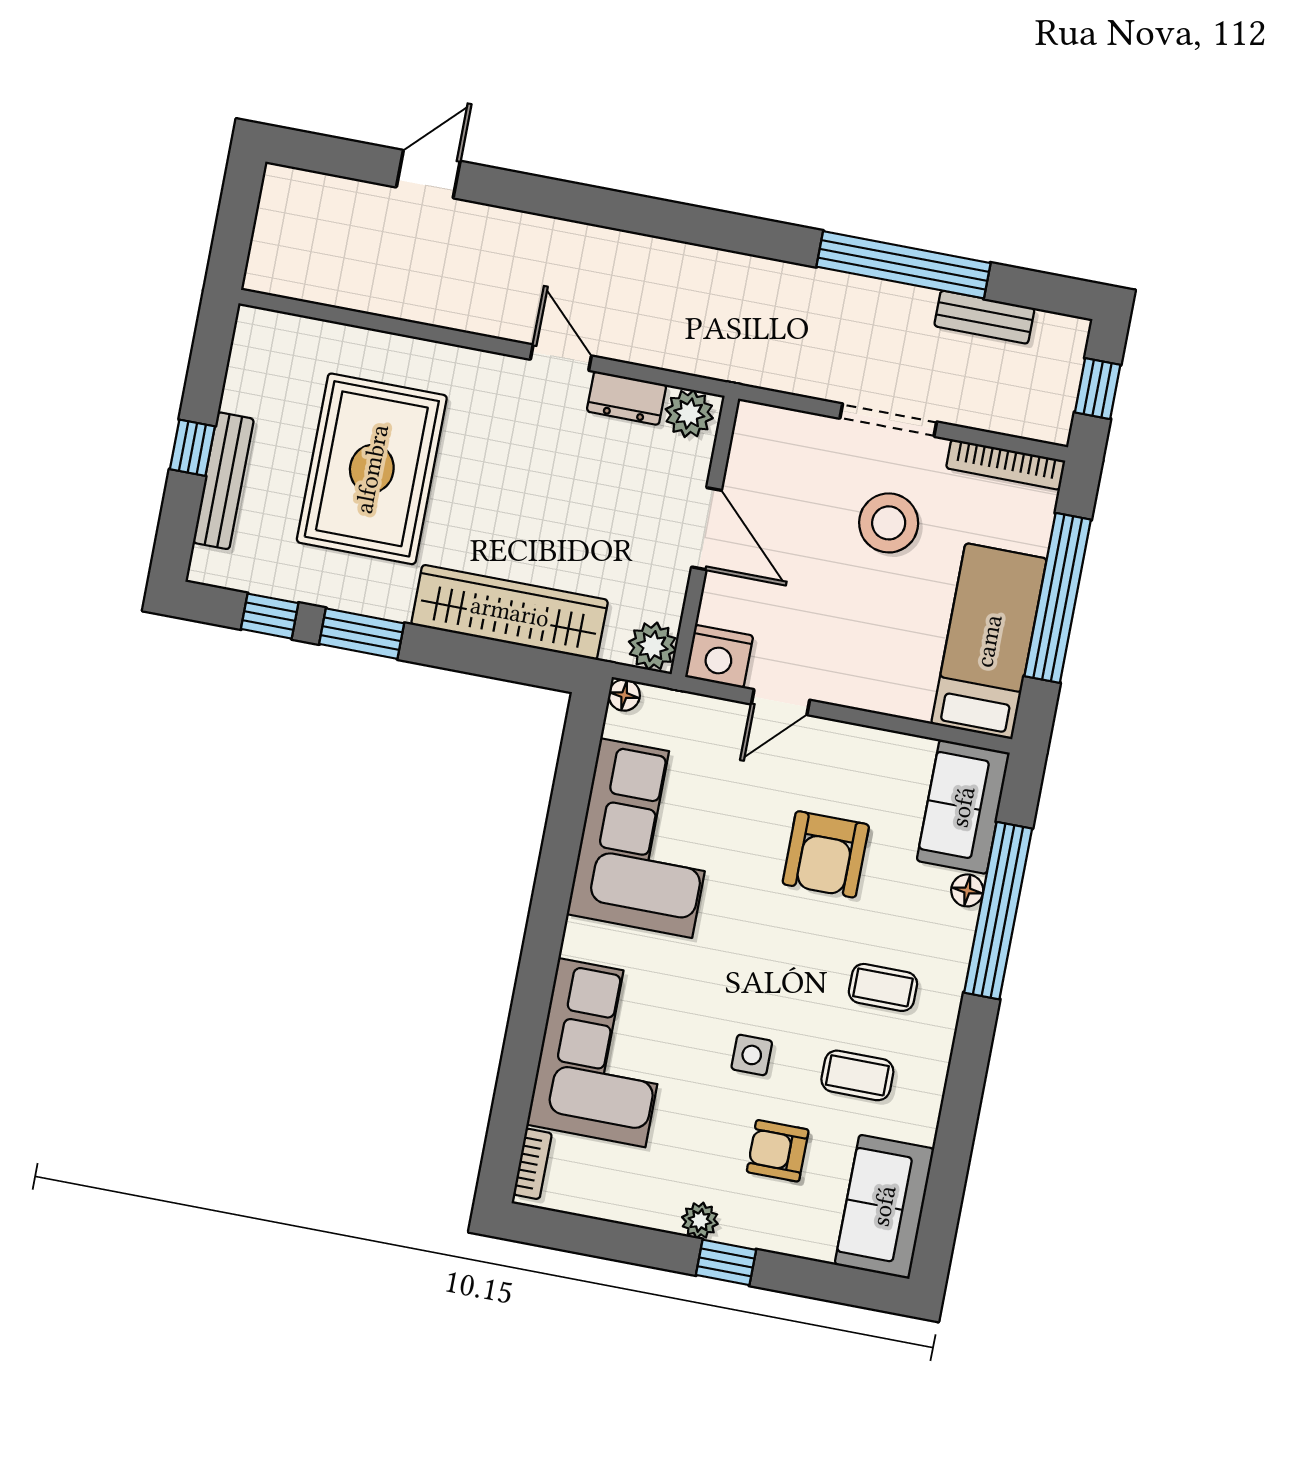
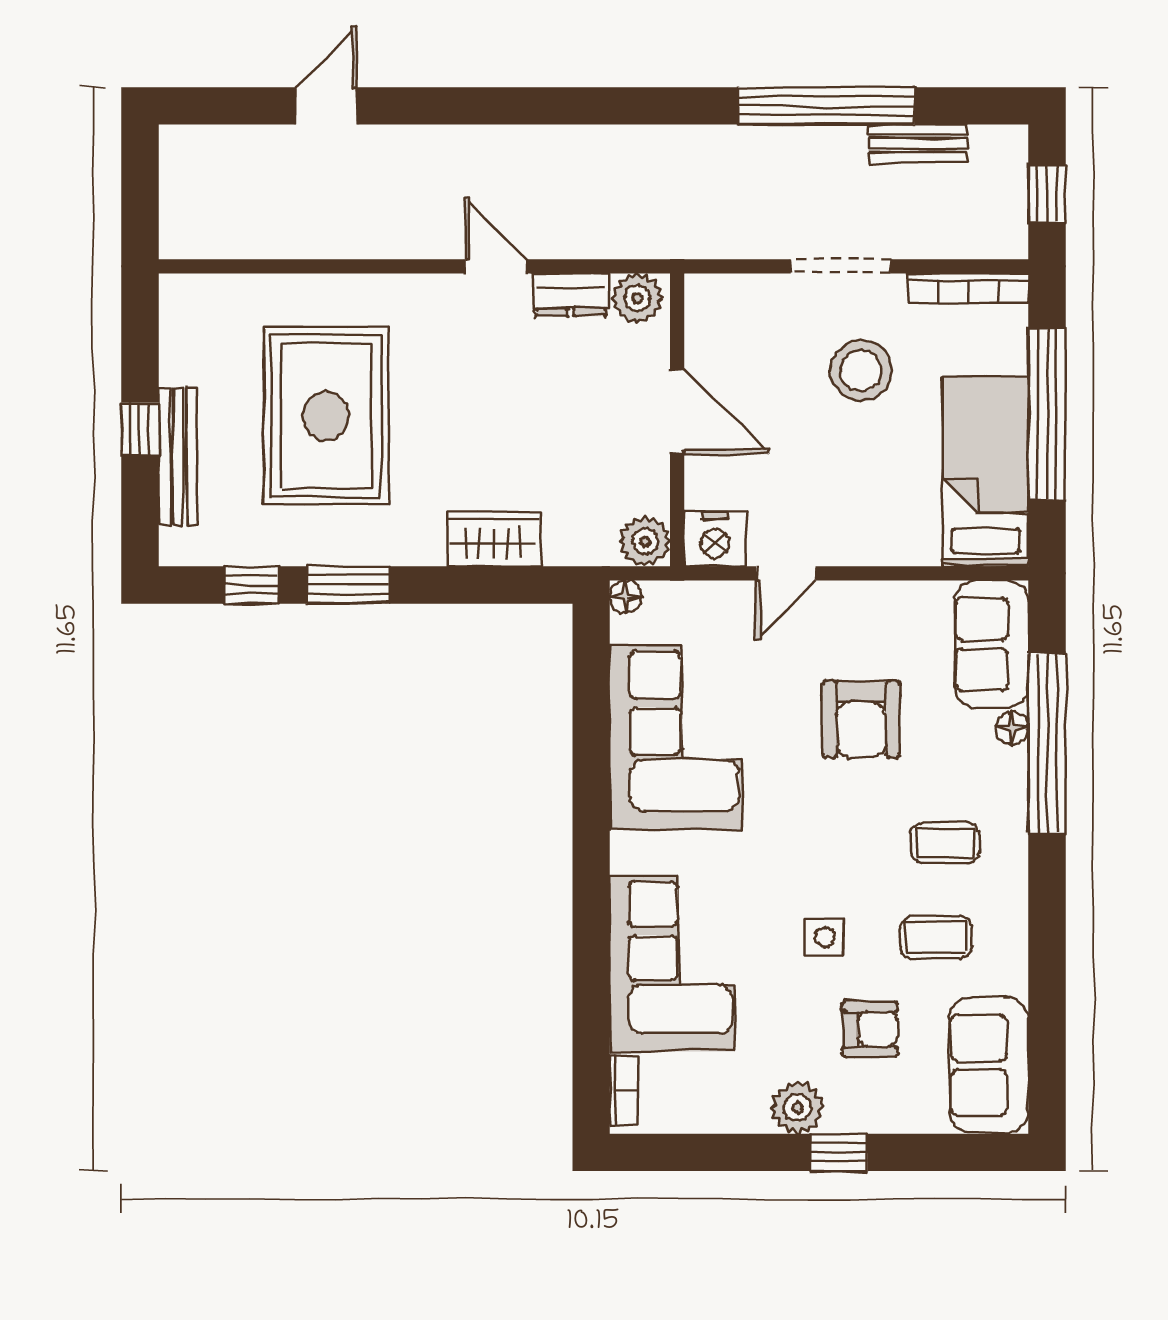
wardrobe: (510, 612) -> (494, 539), width x0.48, depth x0.85
armchair: (778, 1151) -> (870, 1029), turned 180
plant: (700, 1220) -> (797, 1108), width x1.38, depth x1.38

